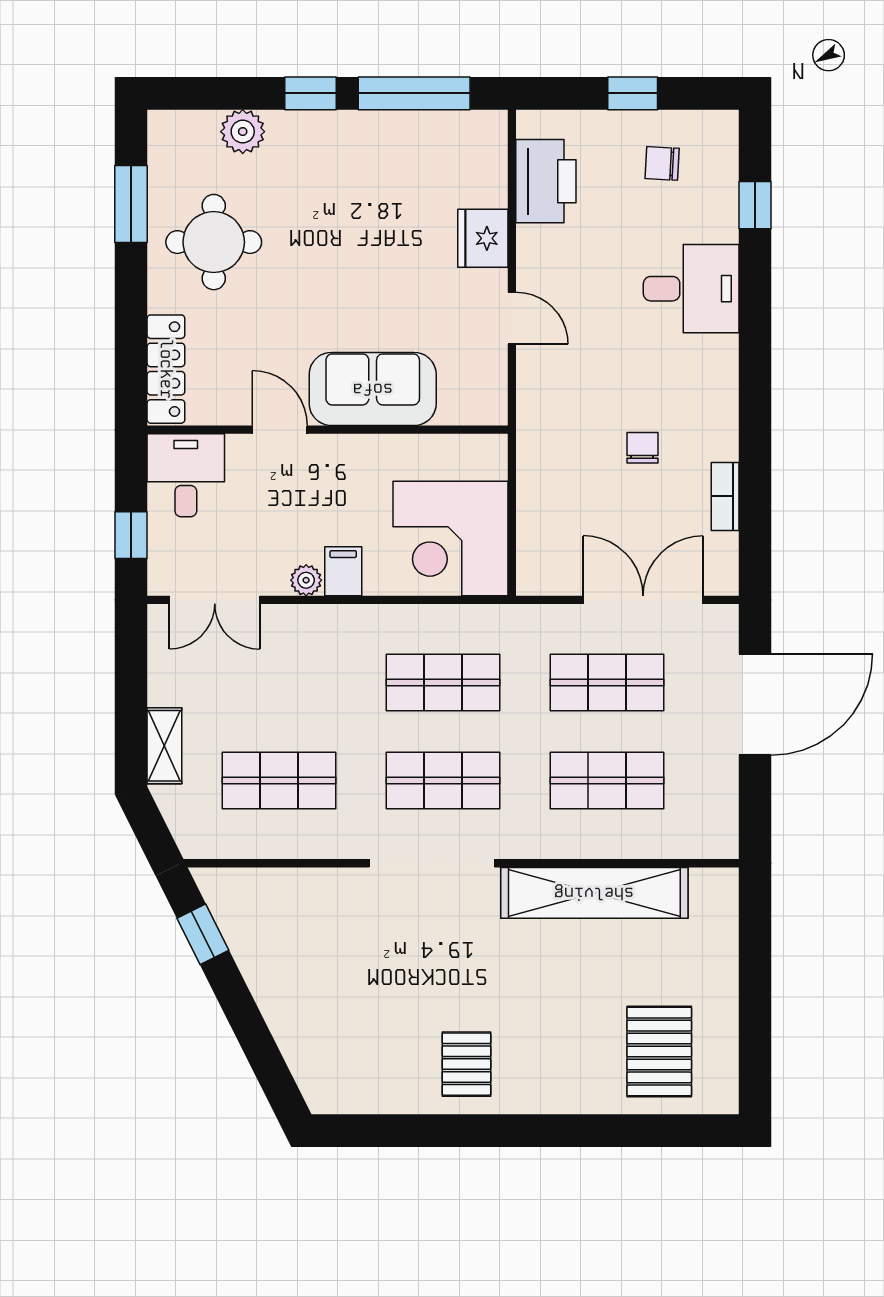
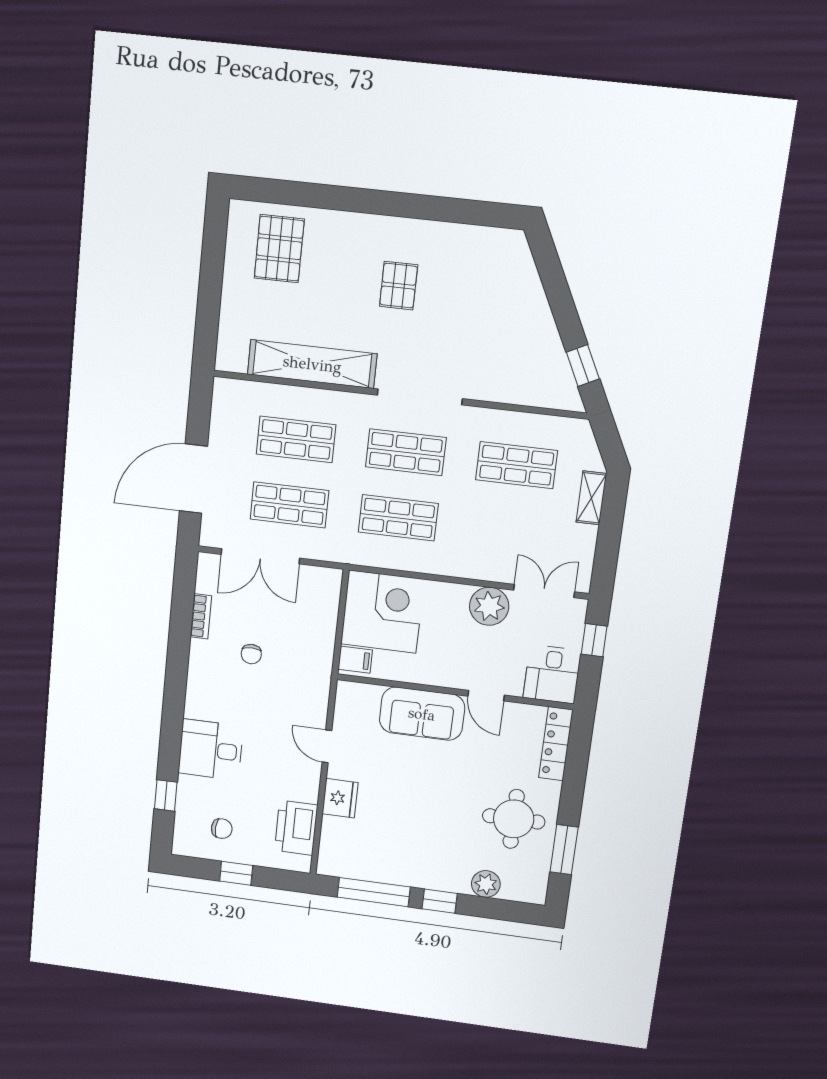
filing cabinet: (343, 571) -> (355, 660), moved, turned -90
plant: (306, 580) -> (489, 606), width x1.87, depth x1.87
pallet: (466, 1064) -> (399, 286), moved

